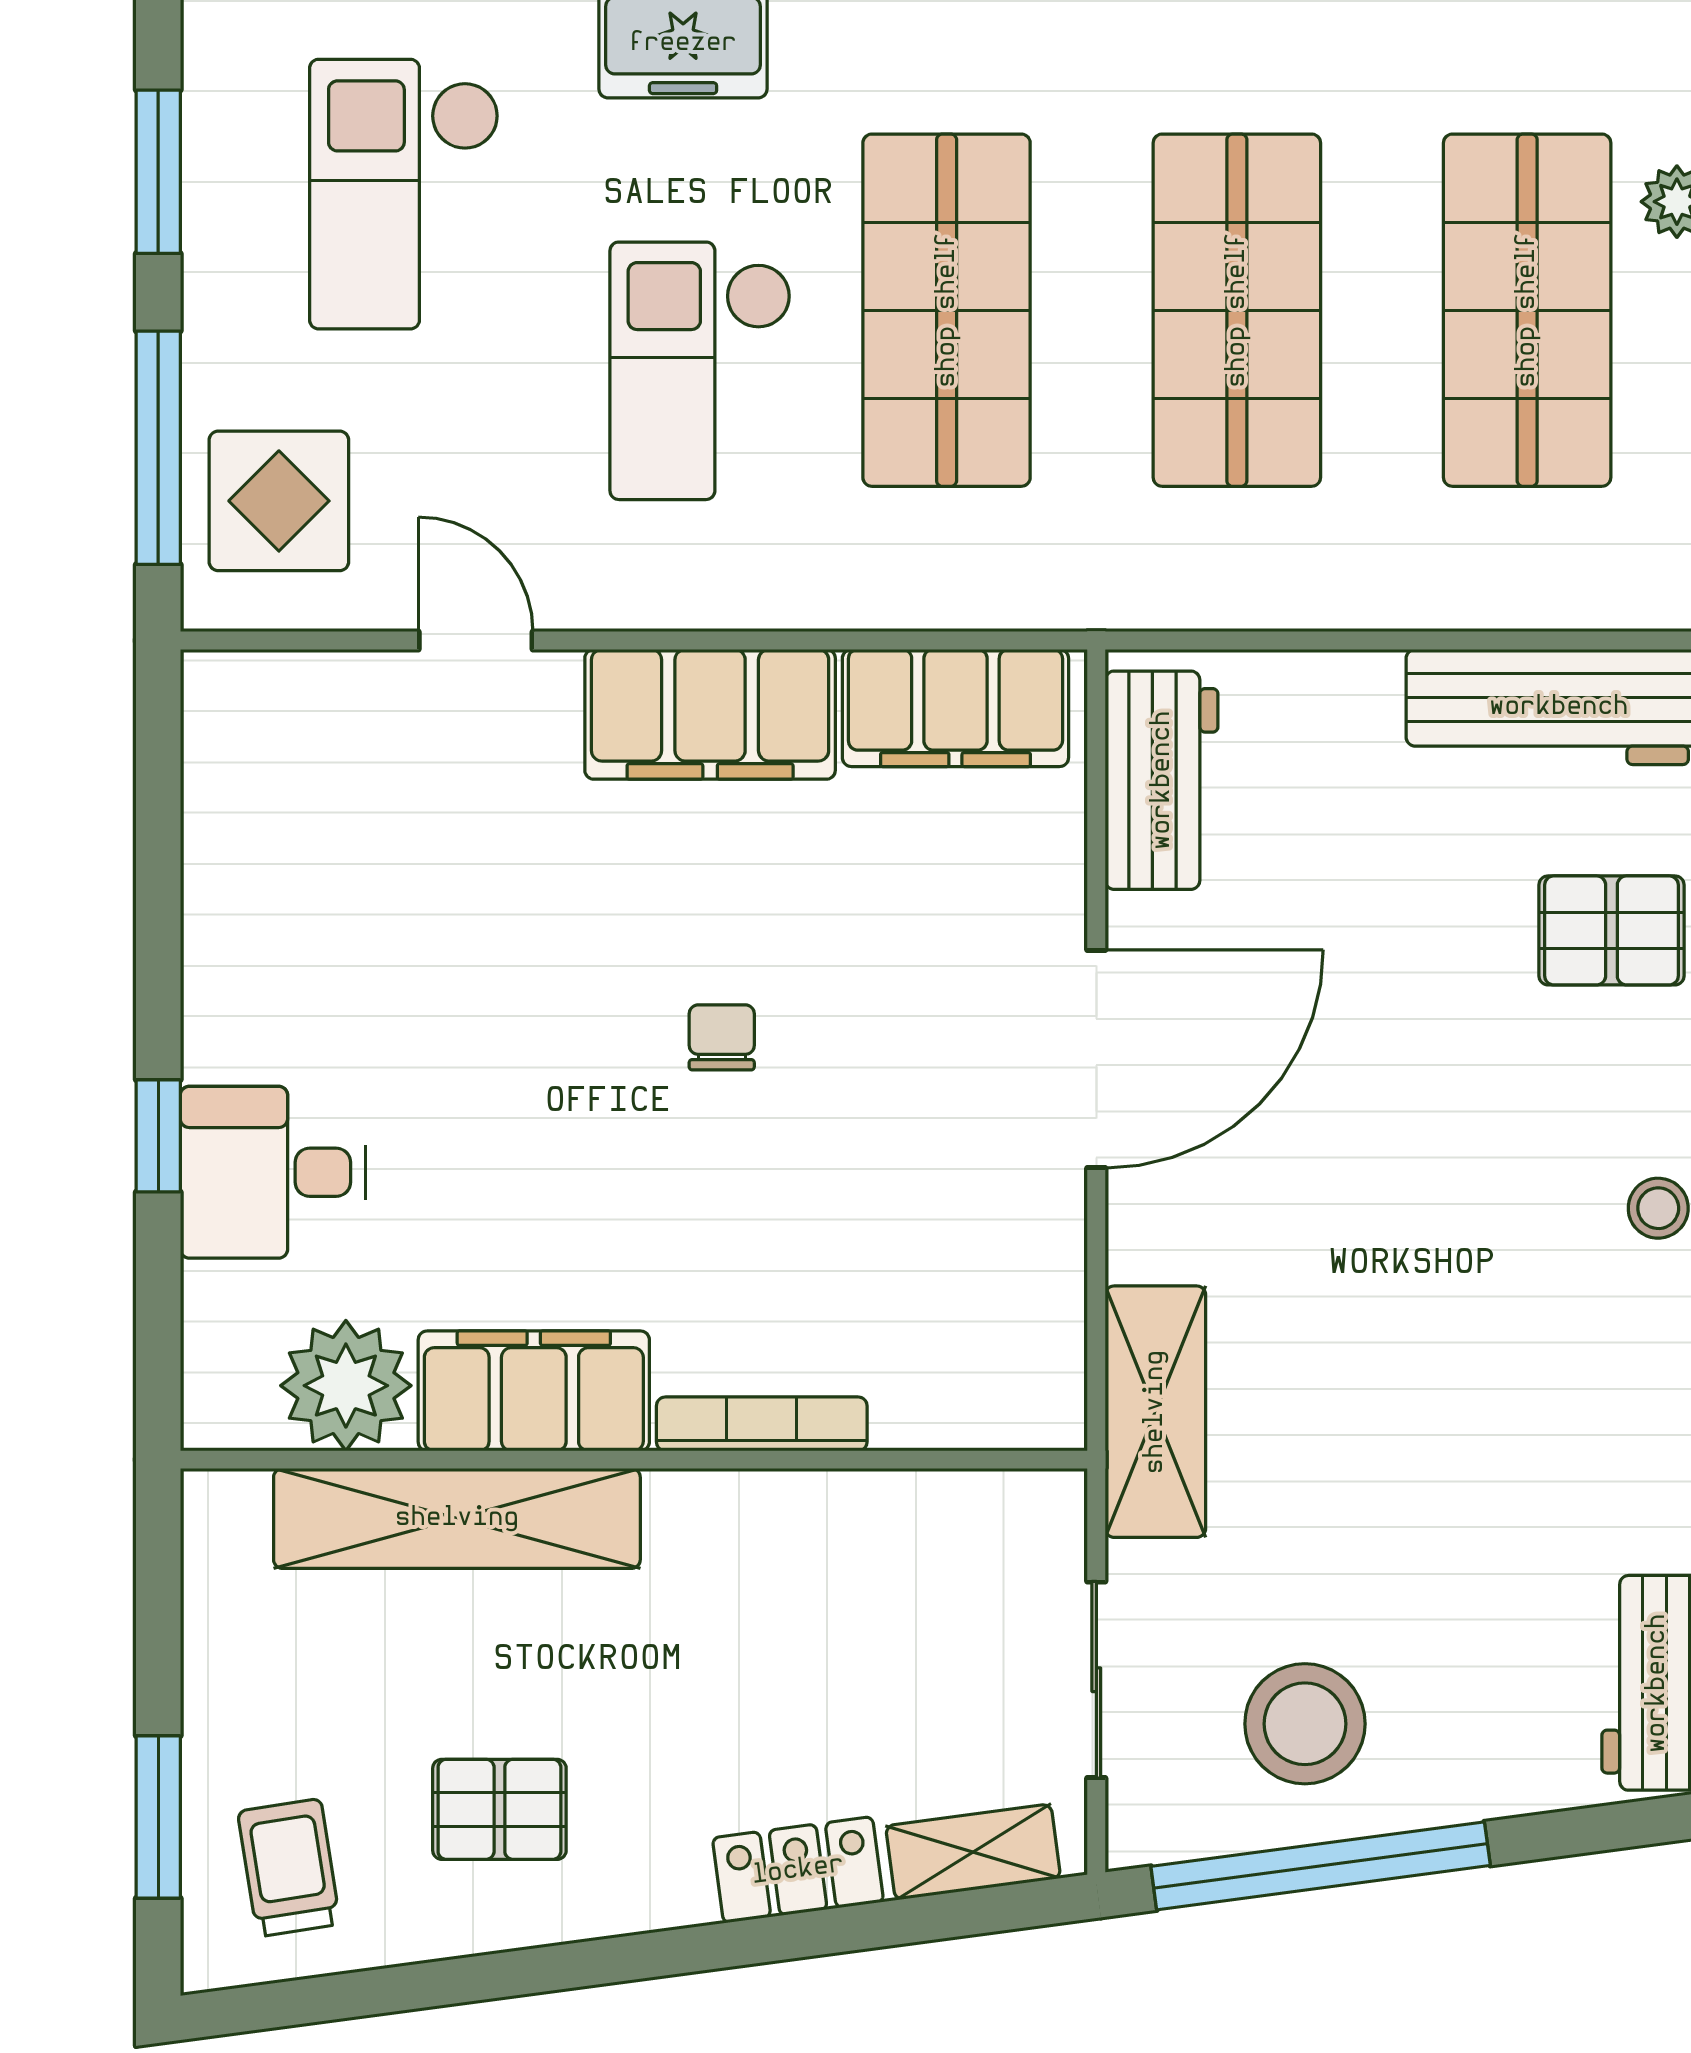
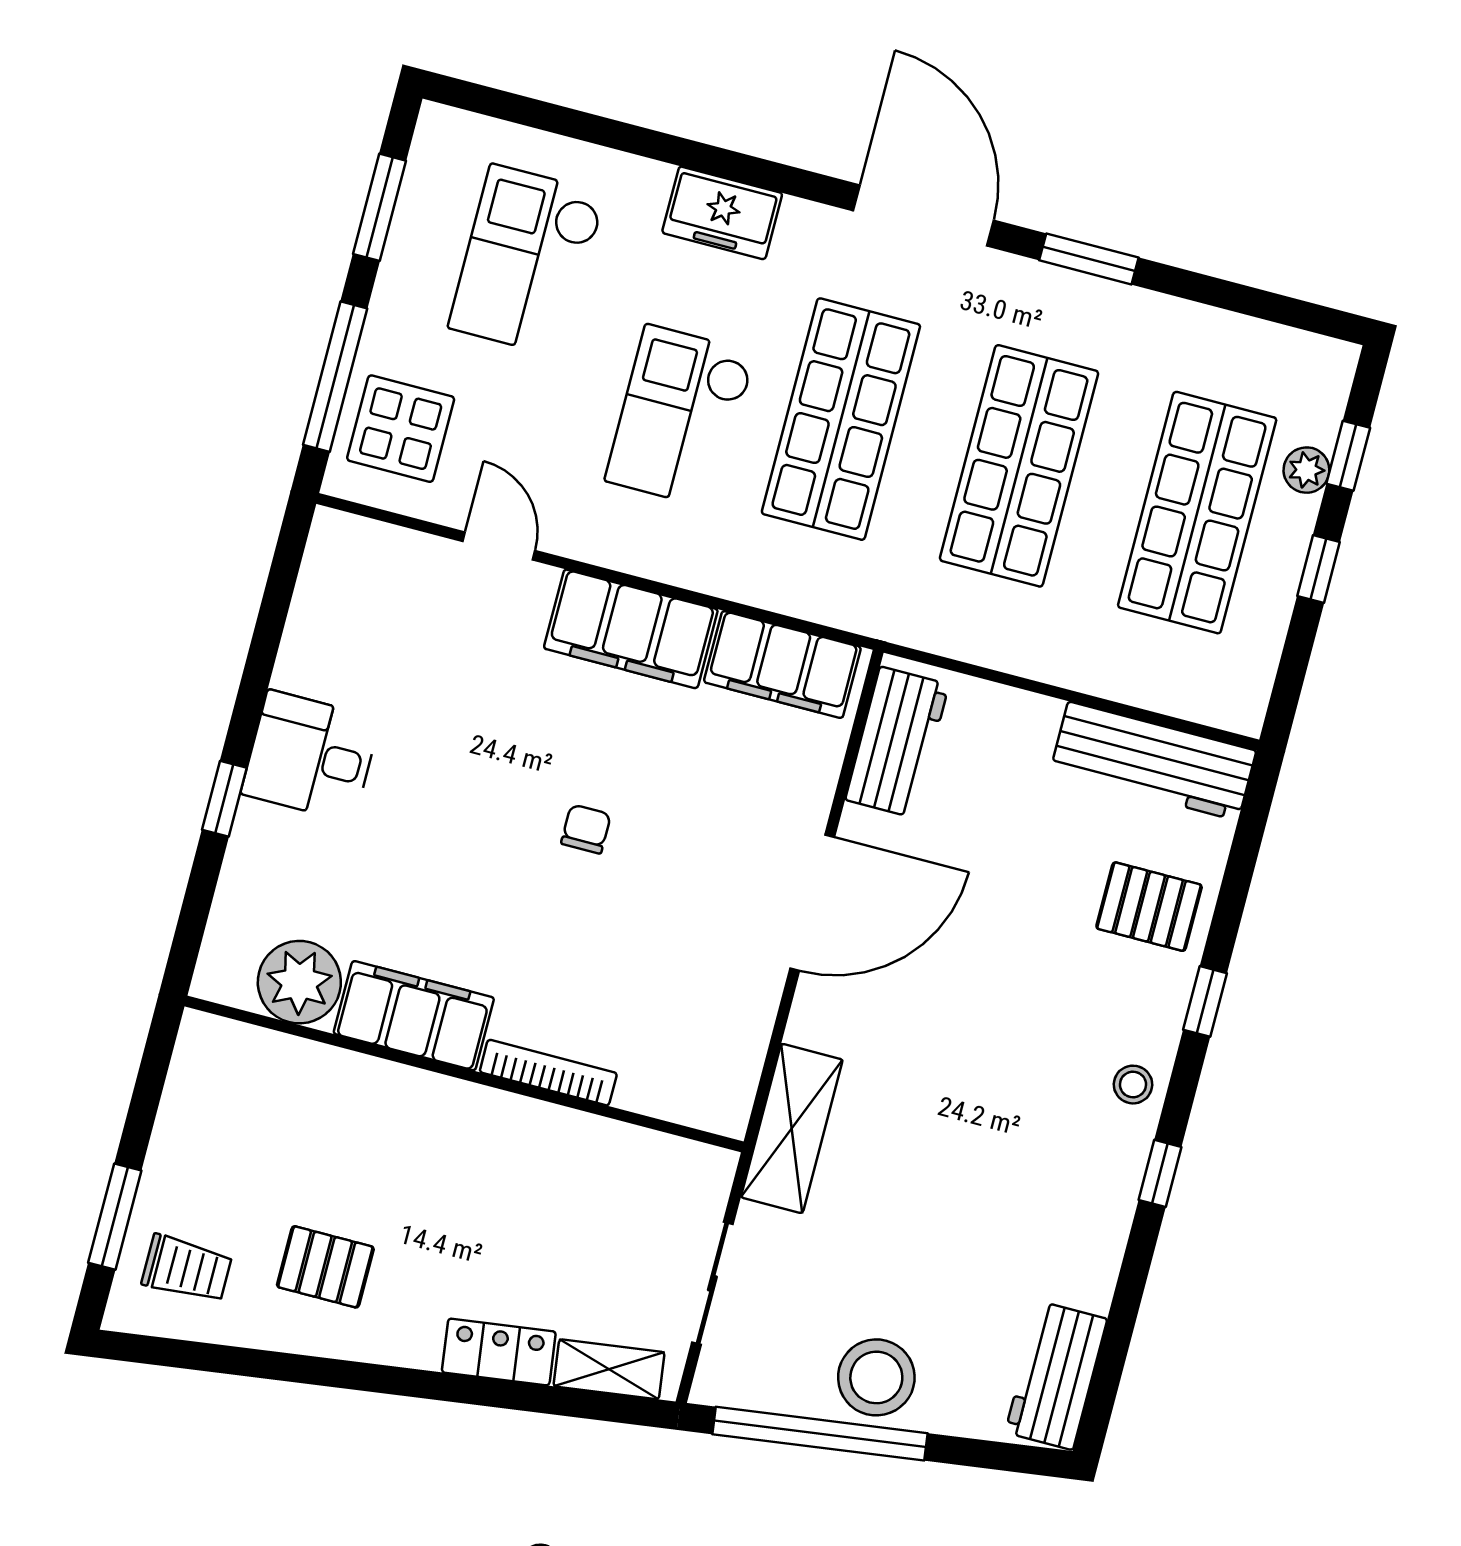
desk: (273, 1172) -> (311, 756), moved
shelving: (457, 1518) -> (346, 1082), removed
stool: (1305, 1724) -> (876, 1377), moved
trolley: (289, 1868) -> (187, 1269), turned 99

